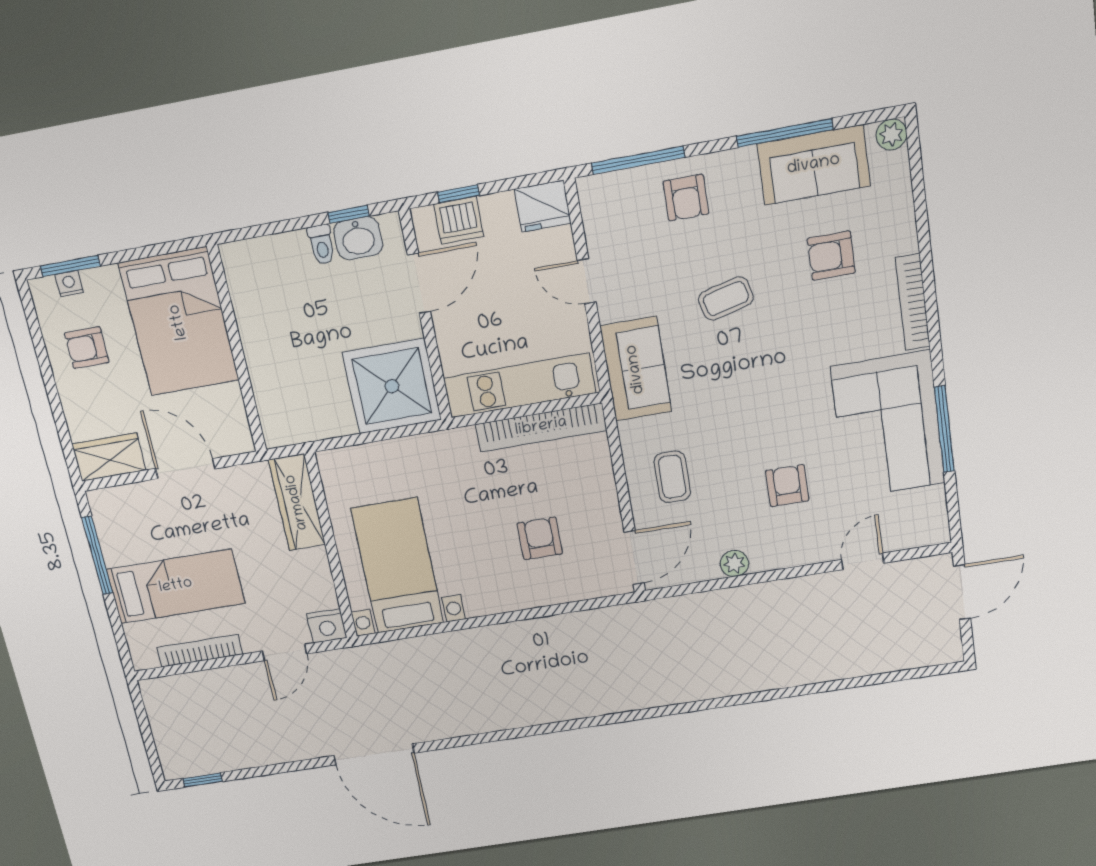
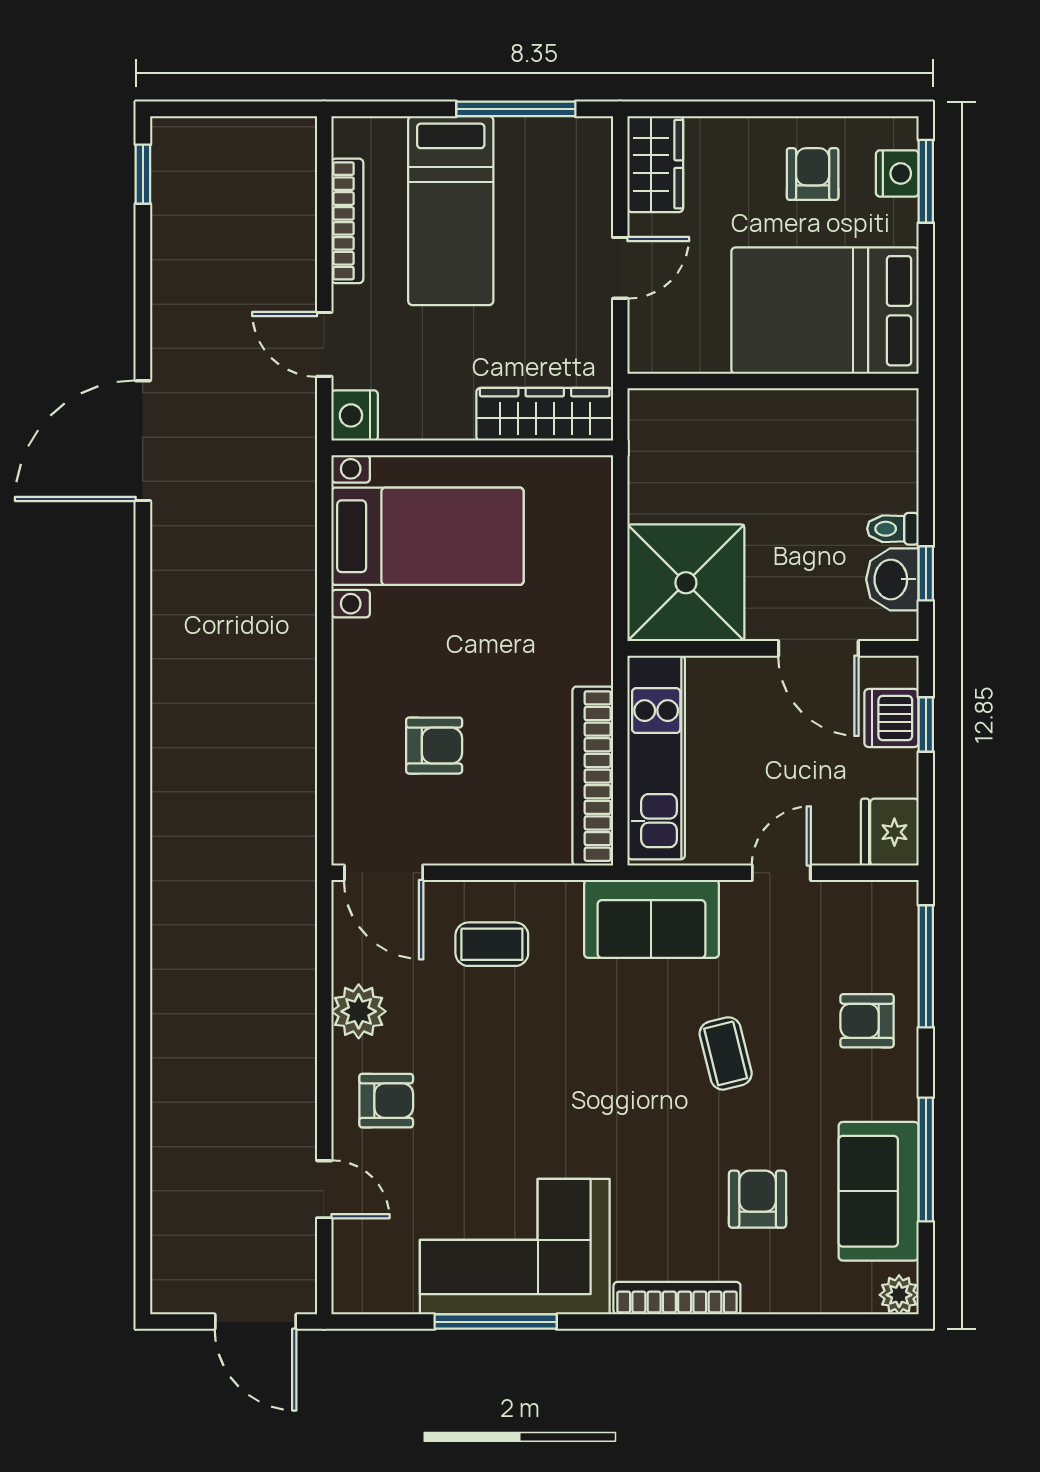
nightstand: (69, 284) -> (897, 173), width x1.39, depth x1.35
door: (185, 469) -> (620, 268), width x0.73
armchair: (787, 486) -> (386, 1101), moved
plant: (734, 563) -> (359, 1011), width x1.38, depth x1.38

